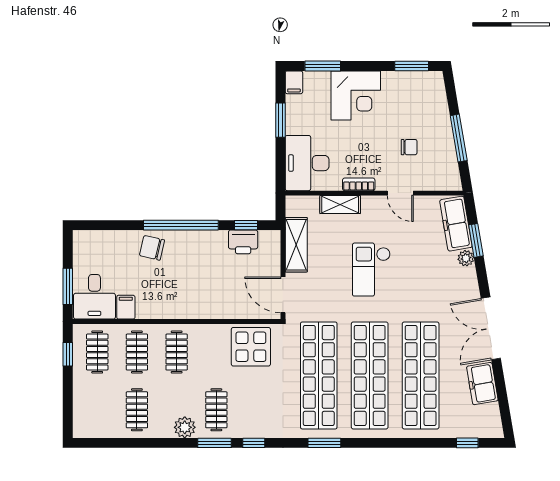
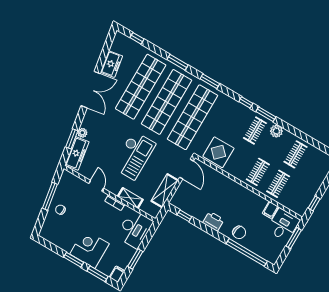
window: (412, 66) -> (74, 260), moved
chair: (409, 147) -> (60, 210), moved
window: (181, 225) -> (247, 252), moved
printer: (243, 242) -> (213, 221), moved
checkout: (371, 270) -> (134, 155), width x1.36, depth x1.21
clothes rail: (97, 352) -> (298, 196), removed
window: (388, 443) -> (178, 62), added

